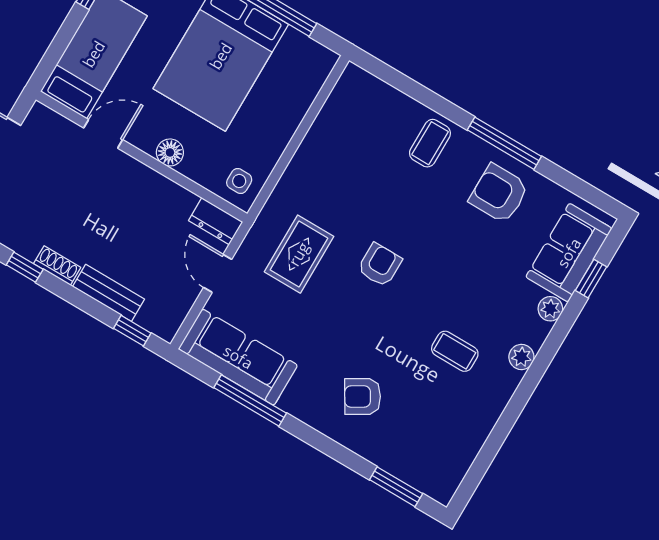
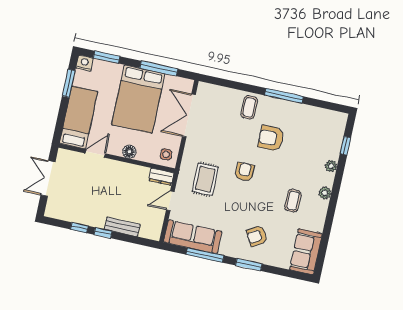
double door: (308, 120) -> (189, 115), added
armchair: (499, 194) -> (271, 138), moved
sofa: (569, 253) -> (306, 252), moved
shoe rack: (57, 266) -> (94, 222), removed
door: (218, 273) -> (170, 201), hinge flipped
window: (132, 331) -> (103, 233), moved
coffee table: (455, 351) -> (293, 201), turned 90
window: (396, 487) -> (249, 265), moved

